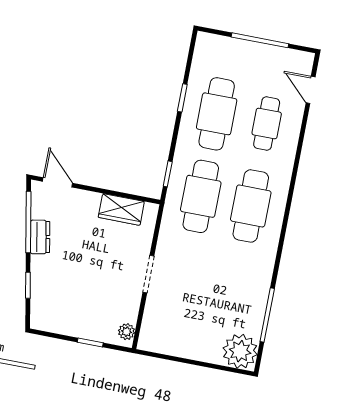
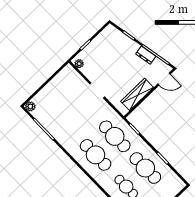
wardrobe: (121, 209) -> (137, 94), width x1.50
plant: (240, 351) -> (30, 106), width x0.53, depth x0.53

